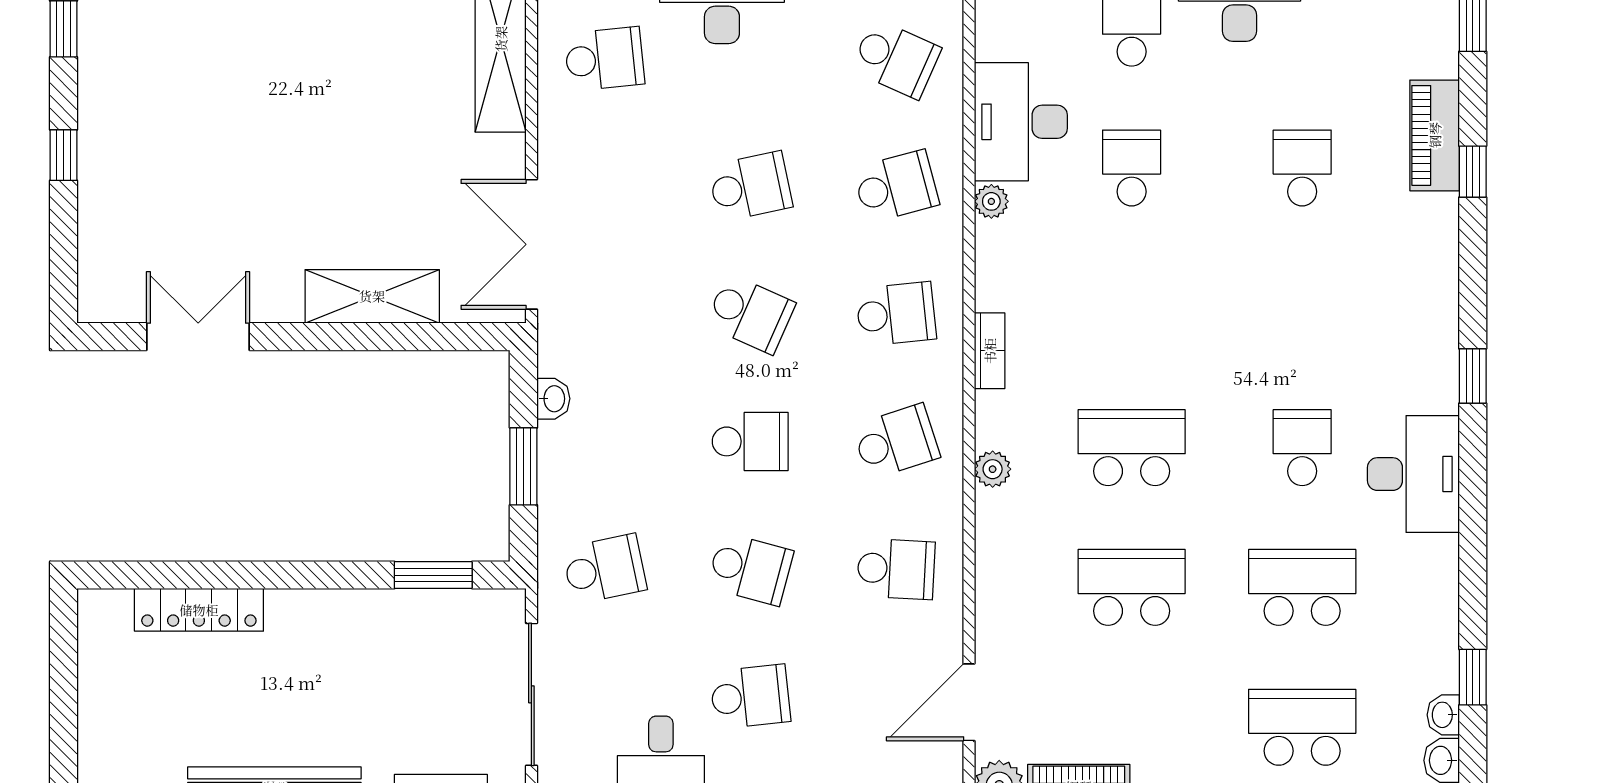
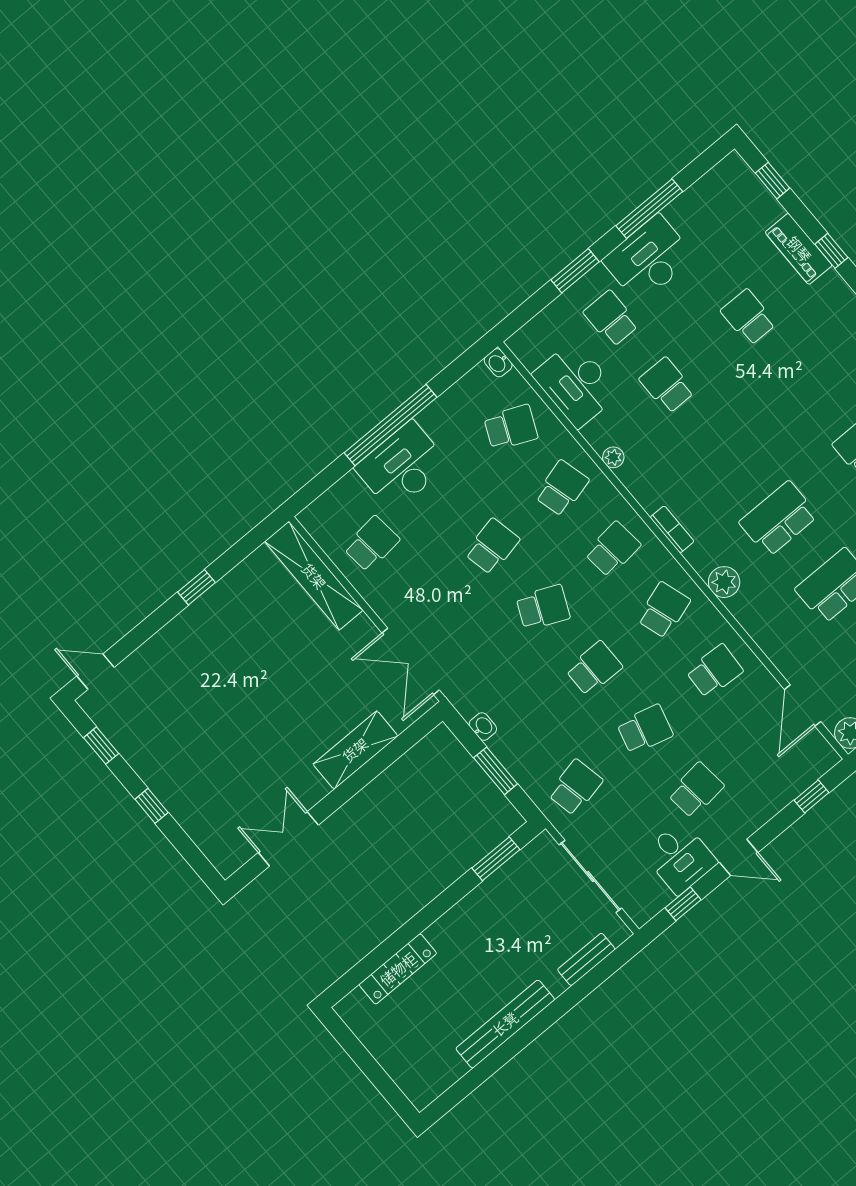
desk: (1021, 122) -> (576, 384), moved
plant: (993, 469) -> (724, 582), width x1.38, depth x1.38

